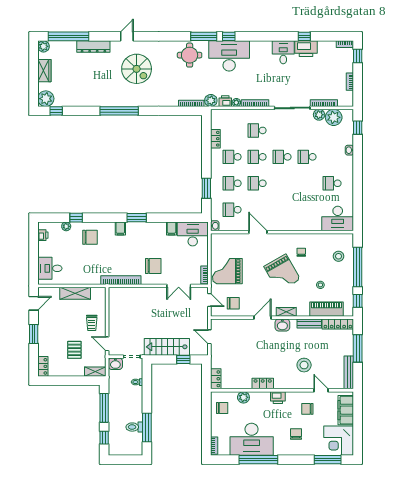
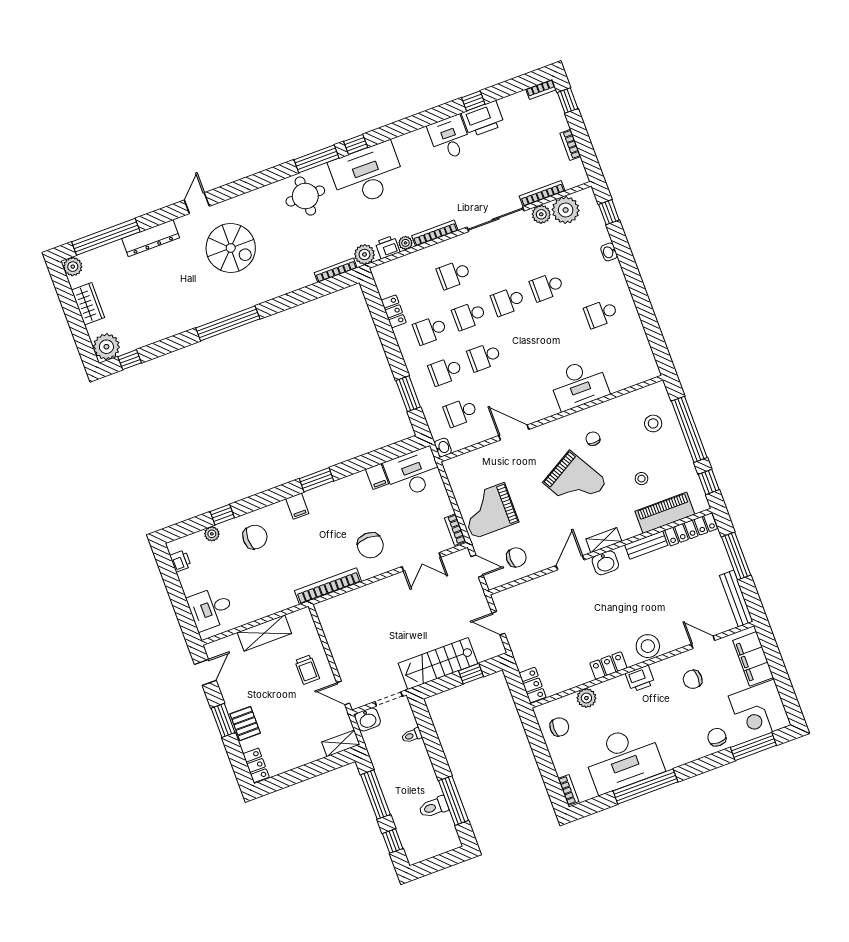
desk: (338, 219) -> (579, 384), moved
chair: (153, 266) -> (370, 545), turned 90
pallet: (74, 350) -> (245, 724), moved
stool: (304, 365) -> (648, 646), moved
chair: (296, 434) -> (717, 737), moved

